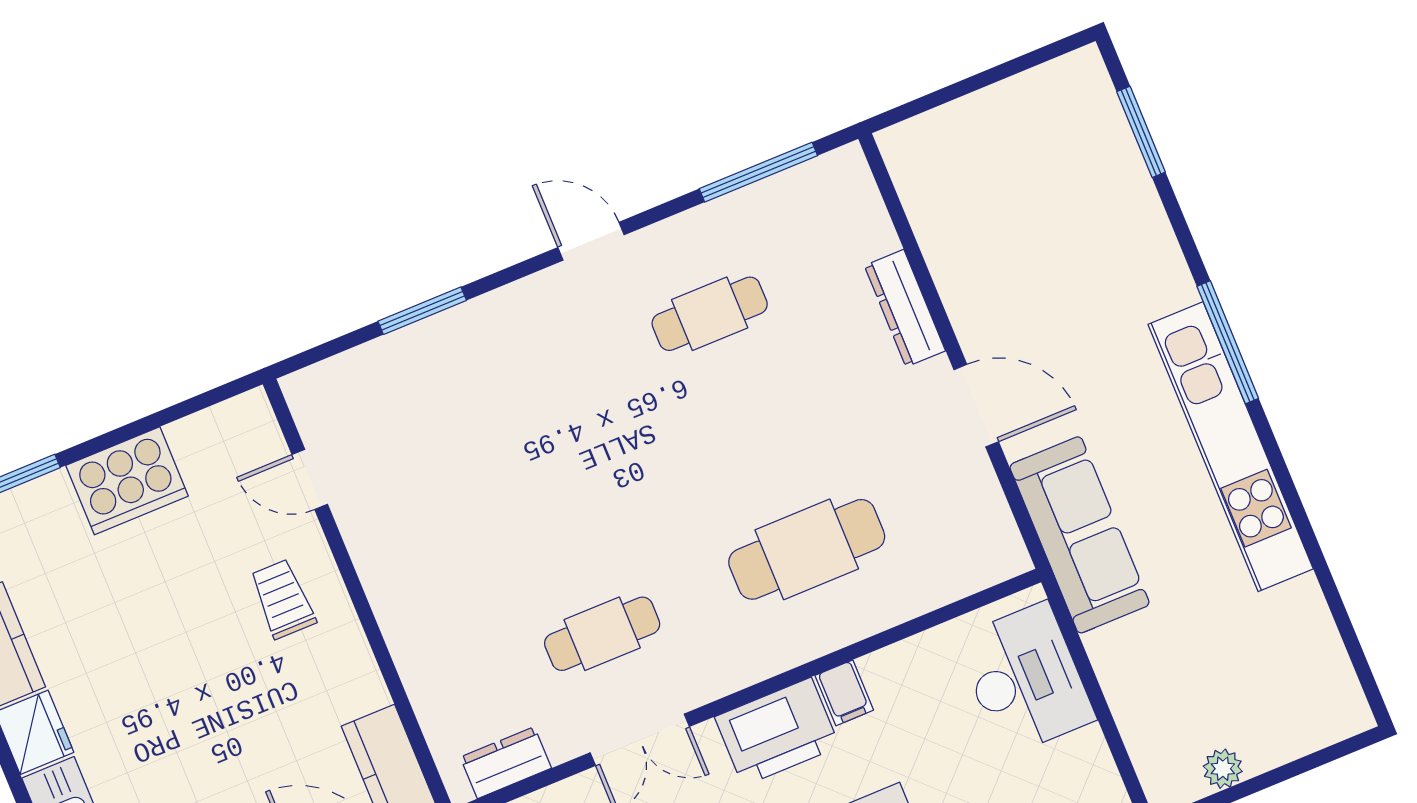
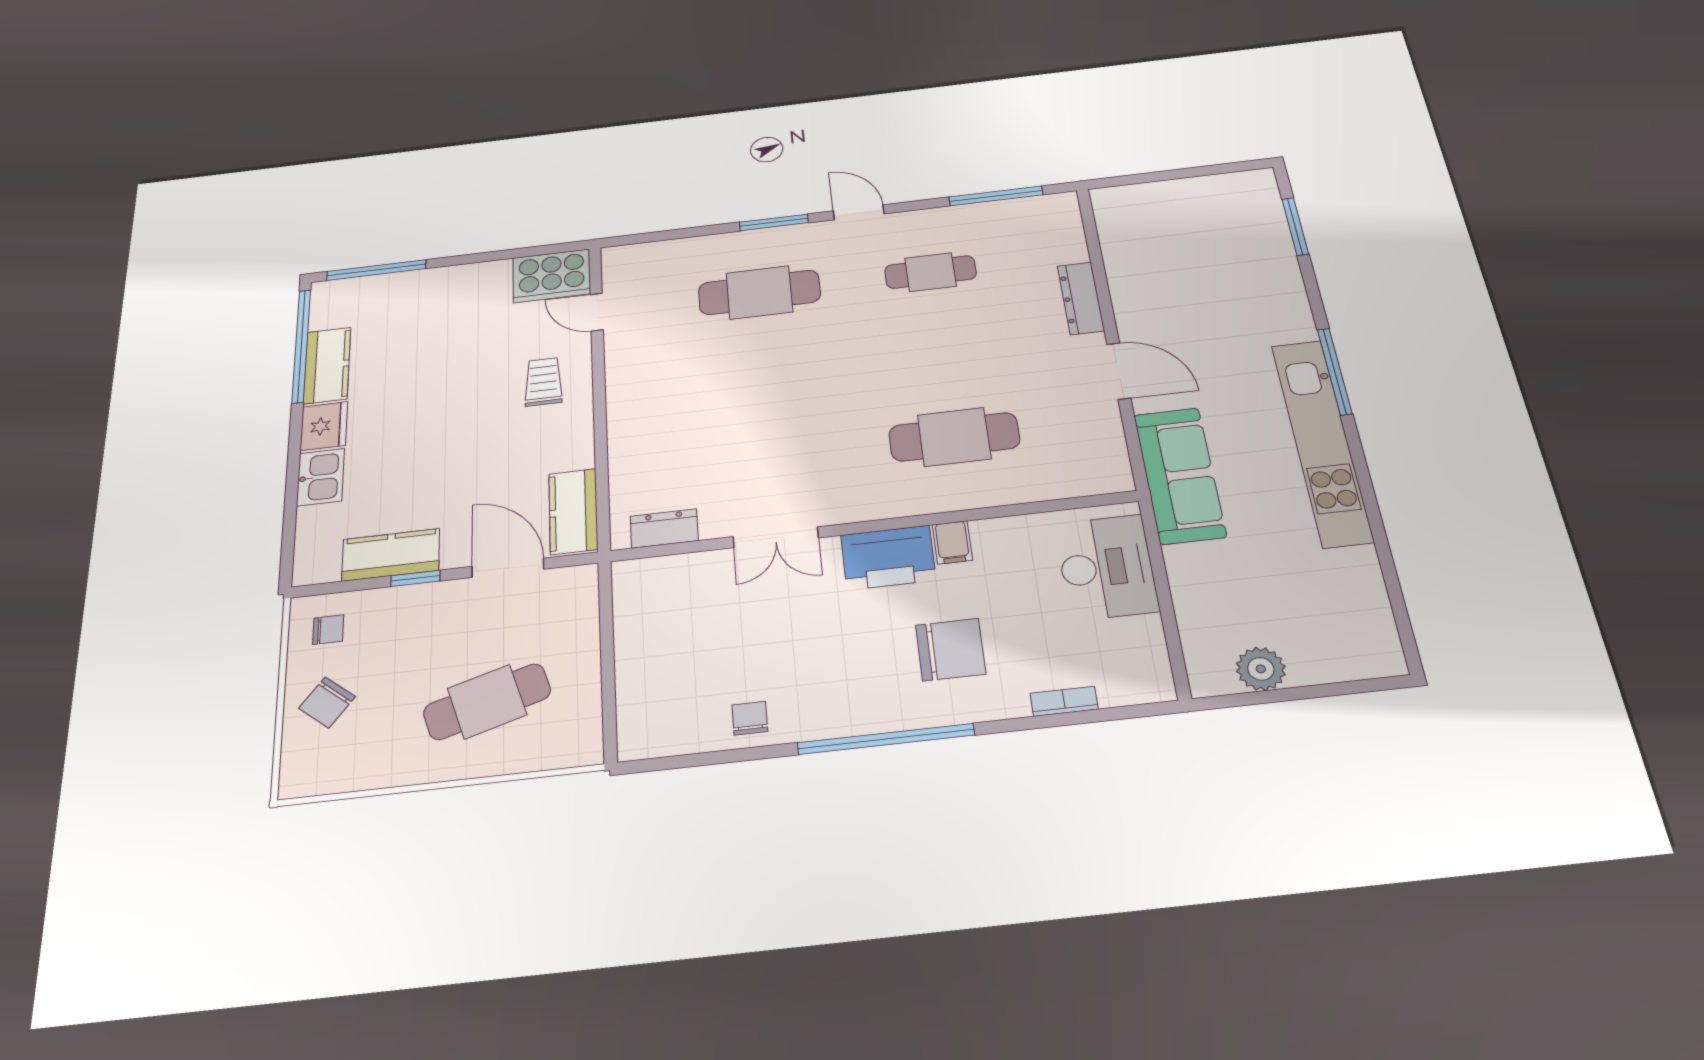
window: (422, 311) -> (774, 222), moved
cooker: (127, 481) -> (552, 276), moved
cafe table: (602, 634) -> (759, 292), moved, width x1.37, depth x1.35
plant: (1223, 769) -> (1261, 669), width x1.38, depth x1.38

